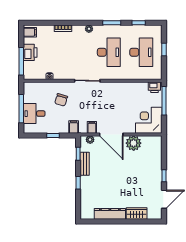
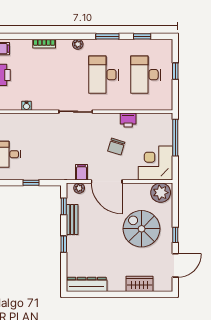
desk: (109, 52) -> (104, 75), turned 180
desk: (141, 52) -> (146, 75), turned 180
printer: (154, 87) -> (128, 120), moved
chair: (61, 100) -> (116, 147), moved
filing cabinet: (74, 127) -> (58, 172), removed
plant: (134, 143) -> (161, 193), moved
spiral stairs: (138, 171) -> (142, 229), added
dresser: (110, 214) -> (87, 284), moved

